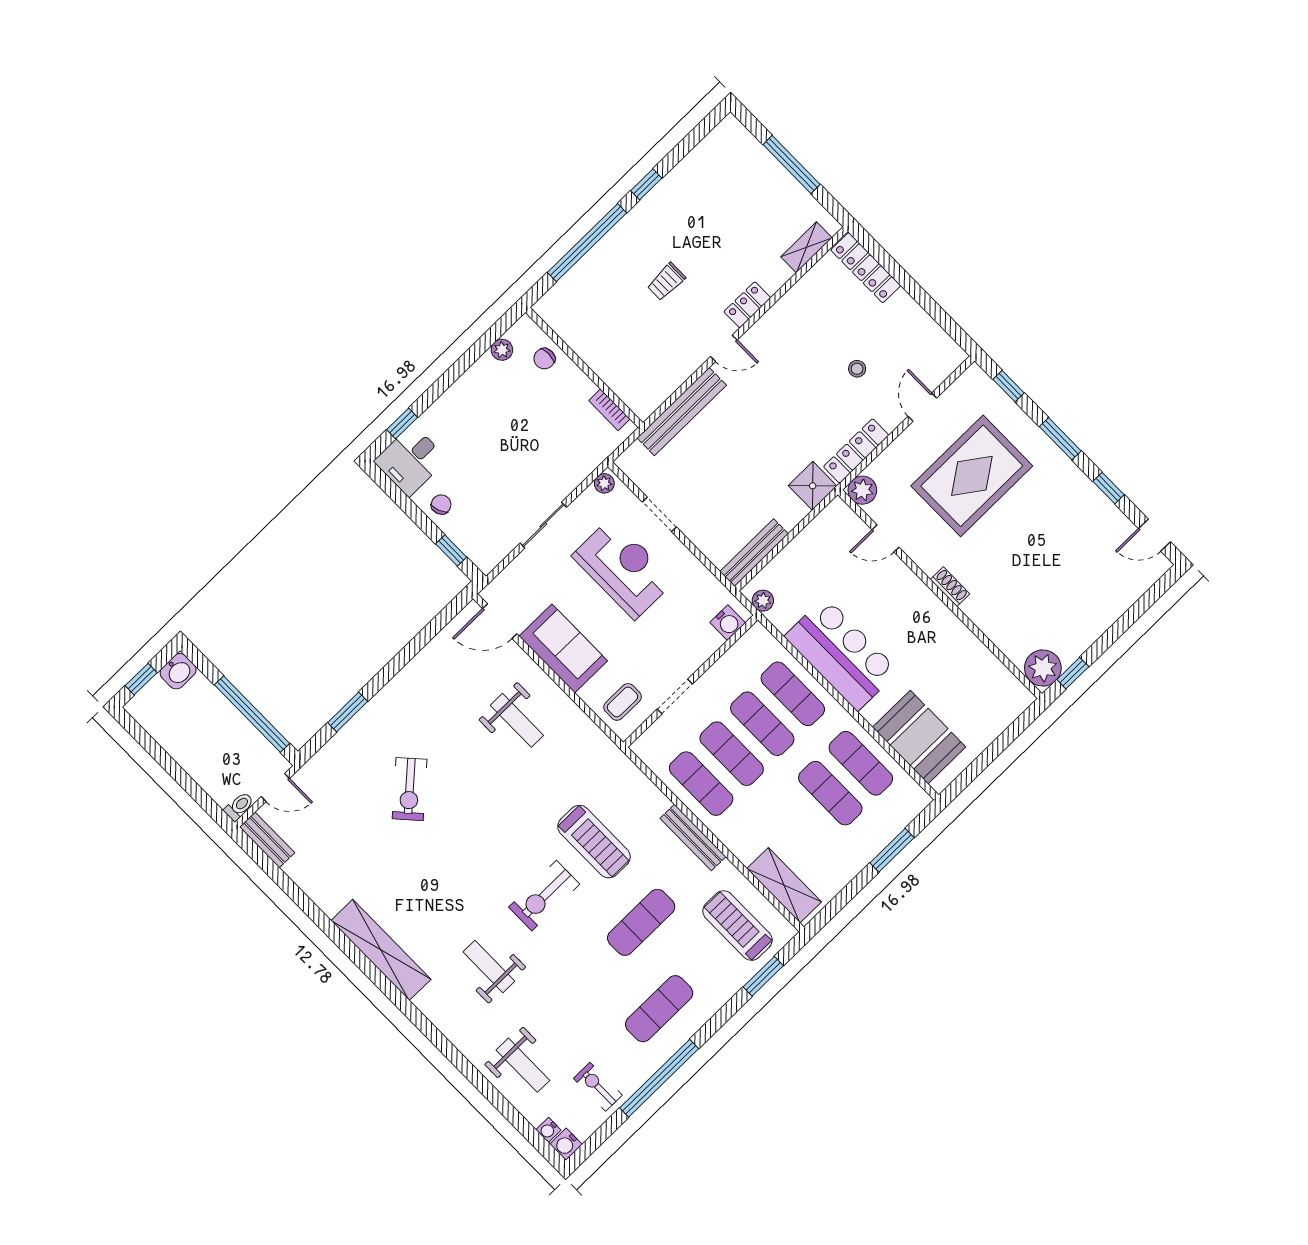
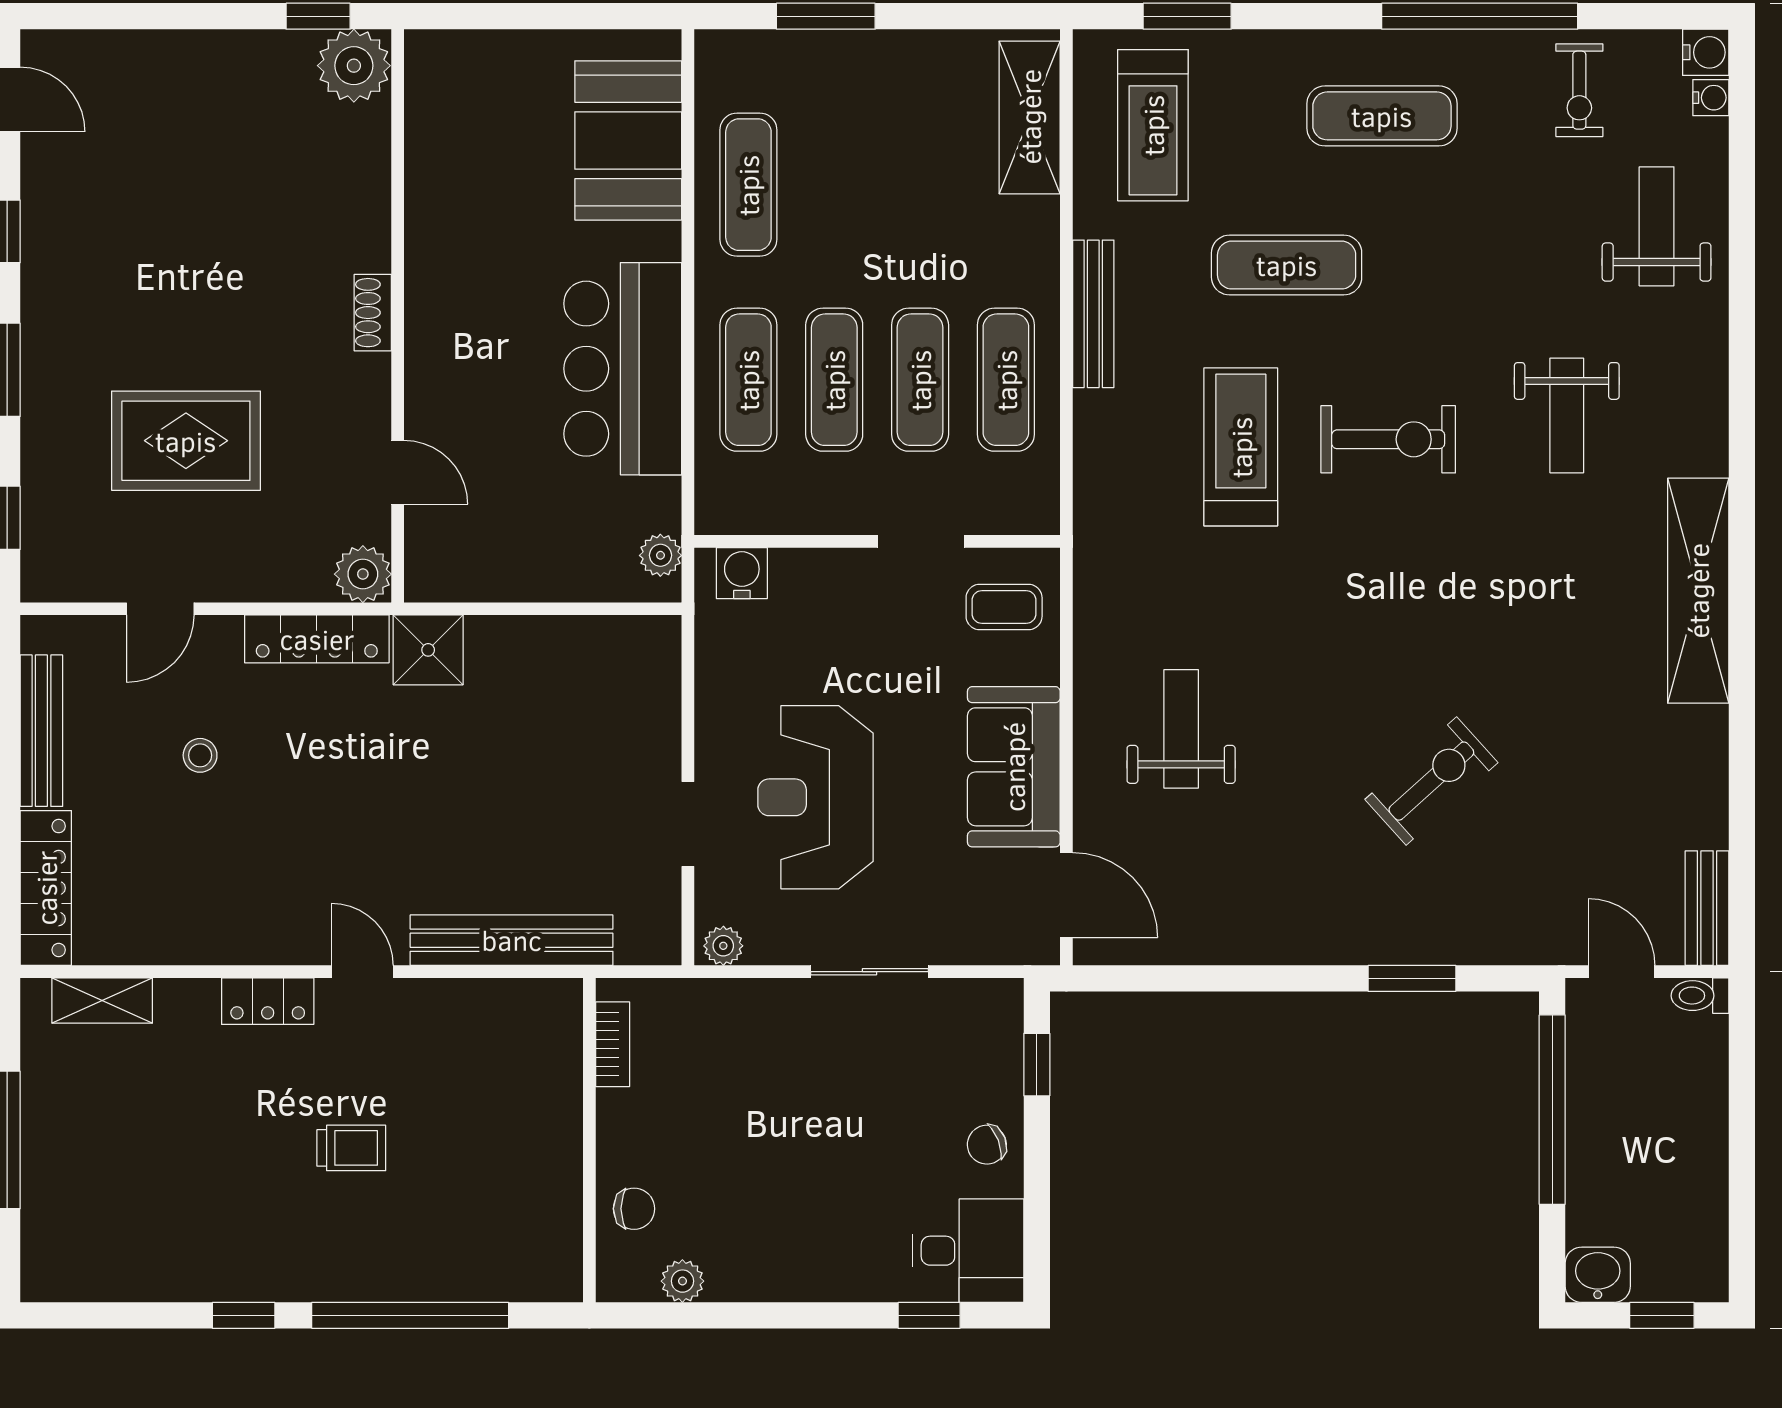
rug: (972, 476) -> (186, 441), width x0.73, depth x0.69
bench: (754, 553) -> (41, 731), moved, turned 90
exercise mat: (830, 793) -> (834, 185), removed

